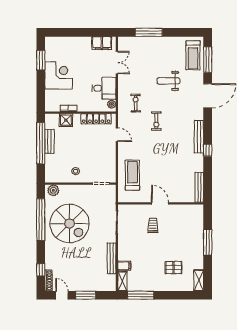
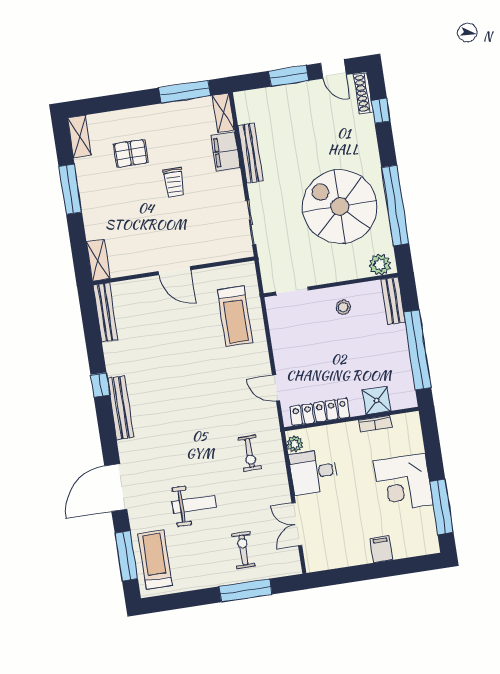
filing cabinet: (102, 43) -> (381, 549), moved, width x0.50
window: (41, 60) -> (441, 507), width x1.44
exercise bike: (156, 121) -> (243, 550), moved
bench: (50, 141) -> (393, 301), moved
shelving: (199, 215) -> (98, 260), added
trolley: (153, 225) -> (174, 182), moved
window: (208, 242) -> (70, 189), moved
filing cabinet: (124, 266) -> (226, 151), width x2.00

